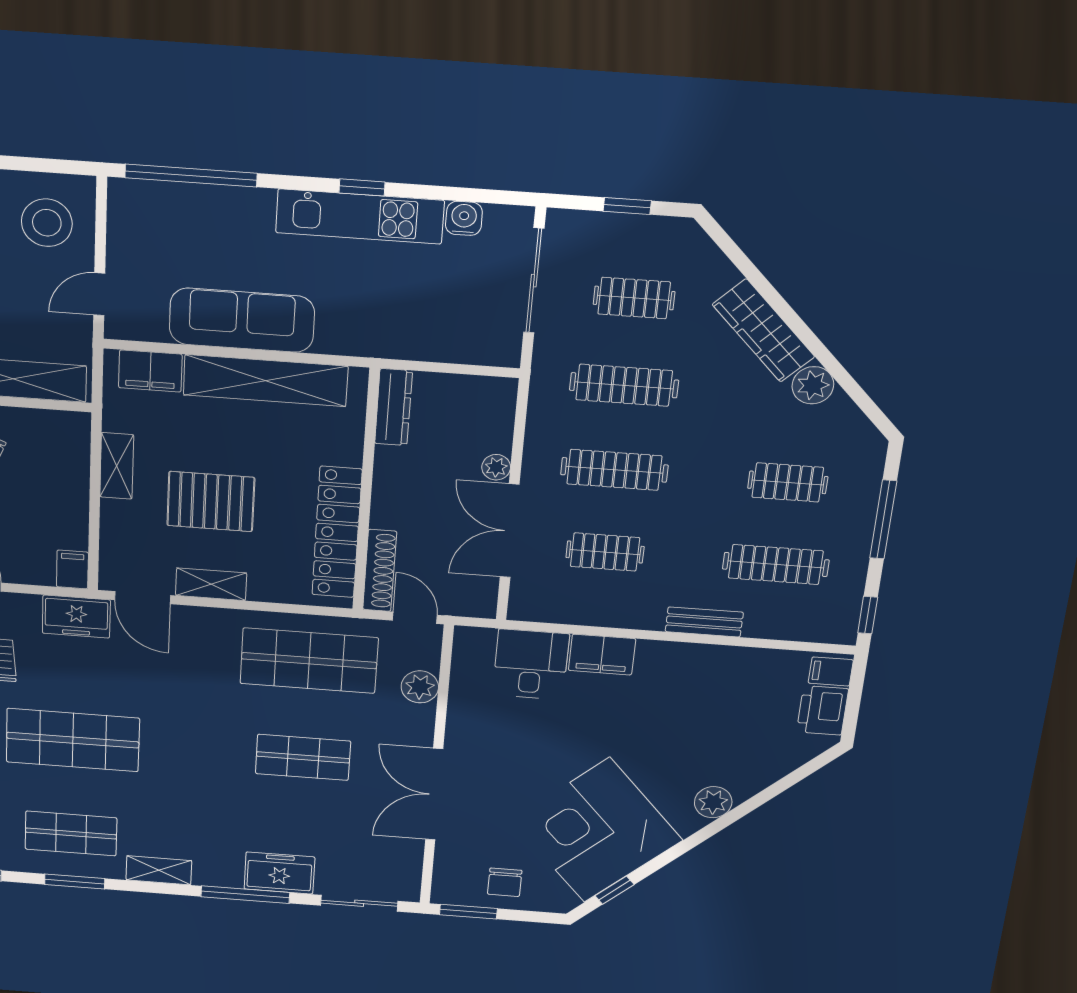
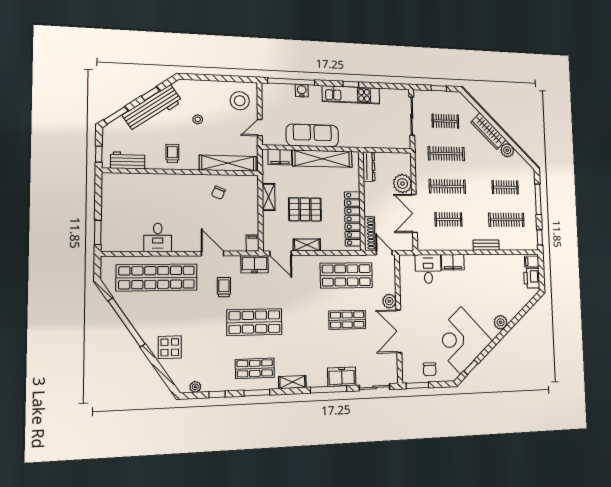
water cooler: (464, 218) -> (302, 91), moved
plant: (496, 467) -> (402, 184), width x1.87, depth x1.87
plant: (420, 687) -> (389, 301), moved

